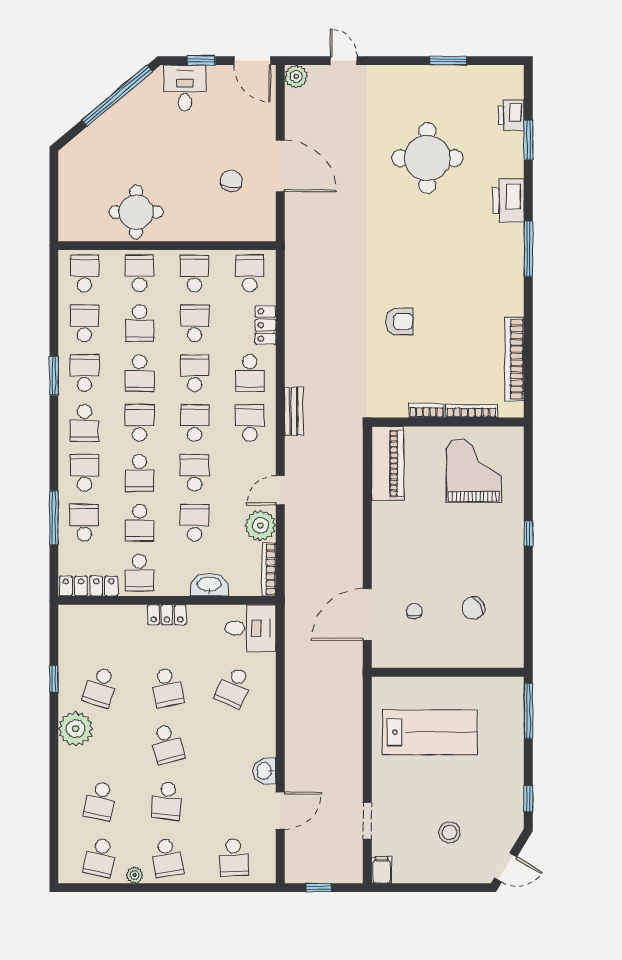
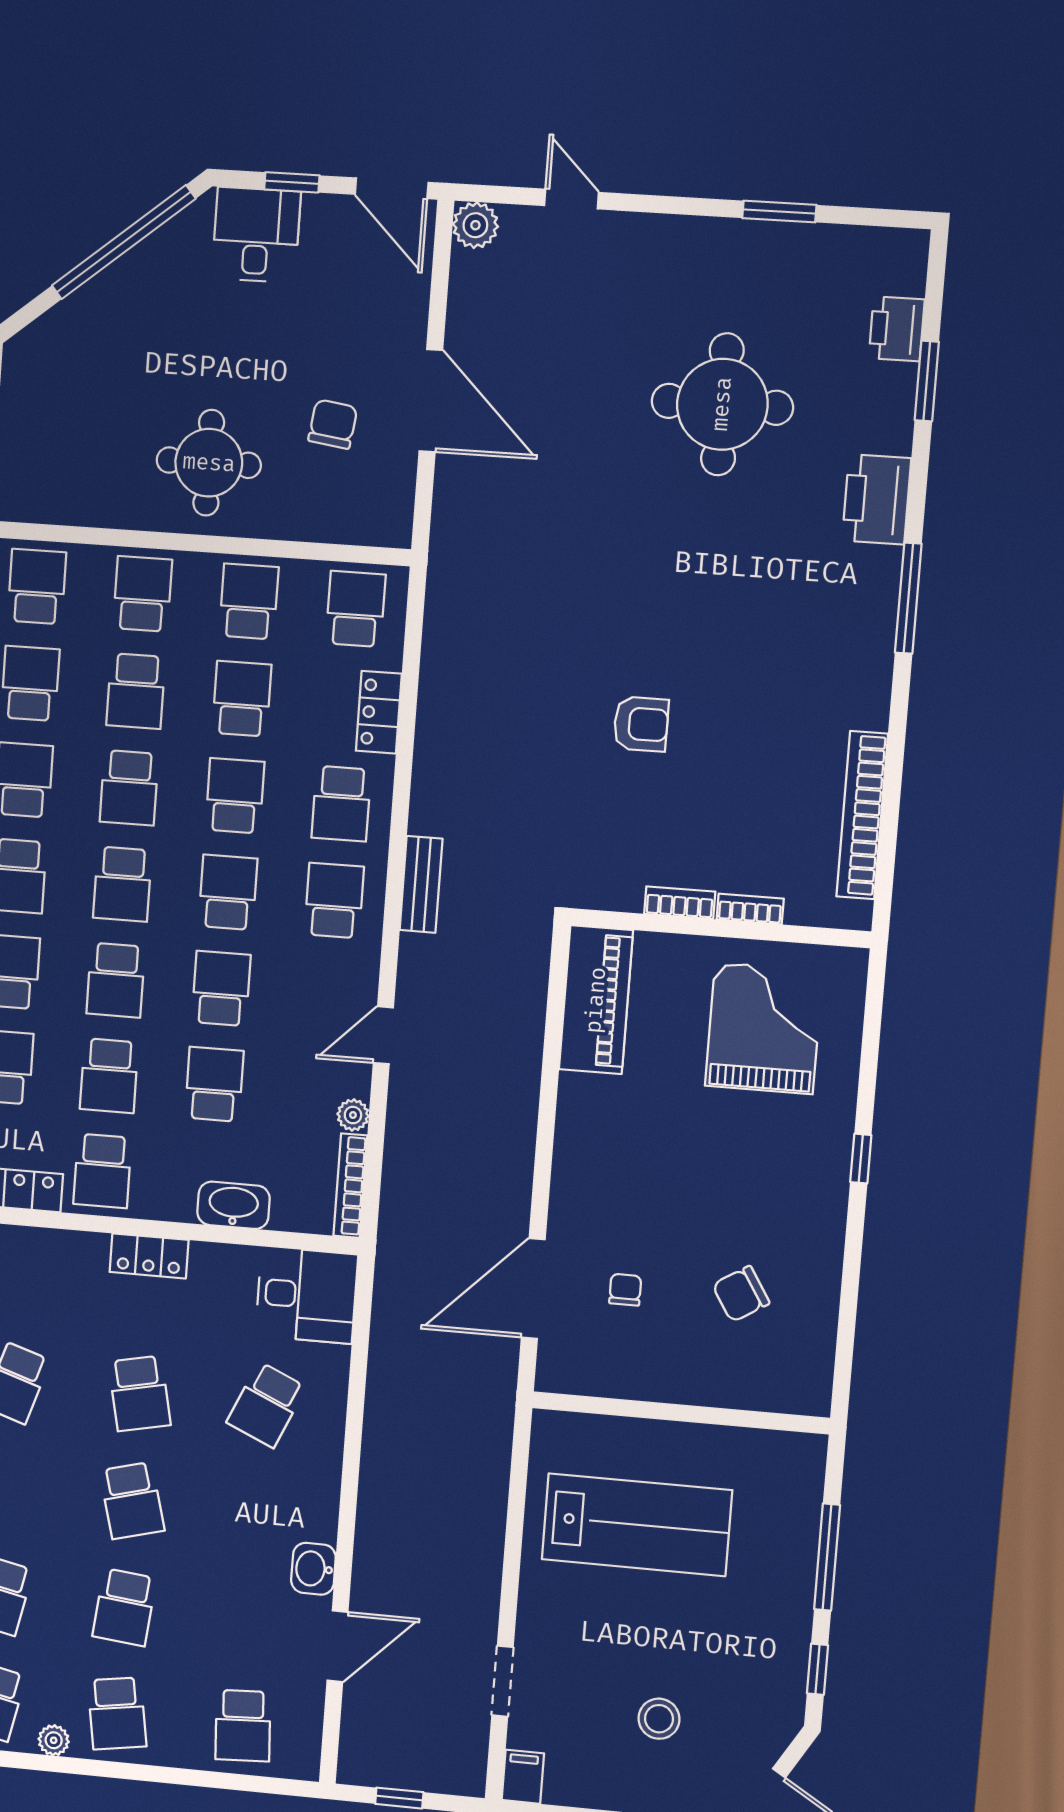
round table: (136, 212) -> (209, 463), moved
bookcase: (471, 411) -> (750, 909), width x0.64
school desk: (139, 423) -> (122, 884), turned 180
plant: (260, 525) -> (353, 1115), width x0.53, depth x0.53
window: (528, 711) -> (827, 1557), moved

